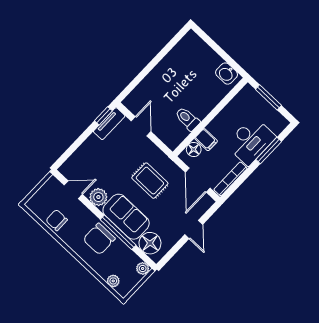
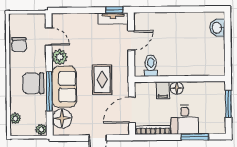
washbasin: (227, 74) -> (217, 28), moved
toilet: (187, 119) -> (151, 66), moved
desk: (251, 141) -> (185, 120), width x0.73
floor lamp: (194, 149) -> (177, 88), moved
chair: (57, 220) -> (19, 45), turned 180

